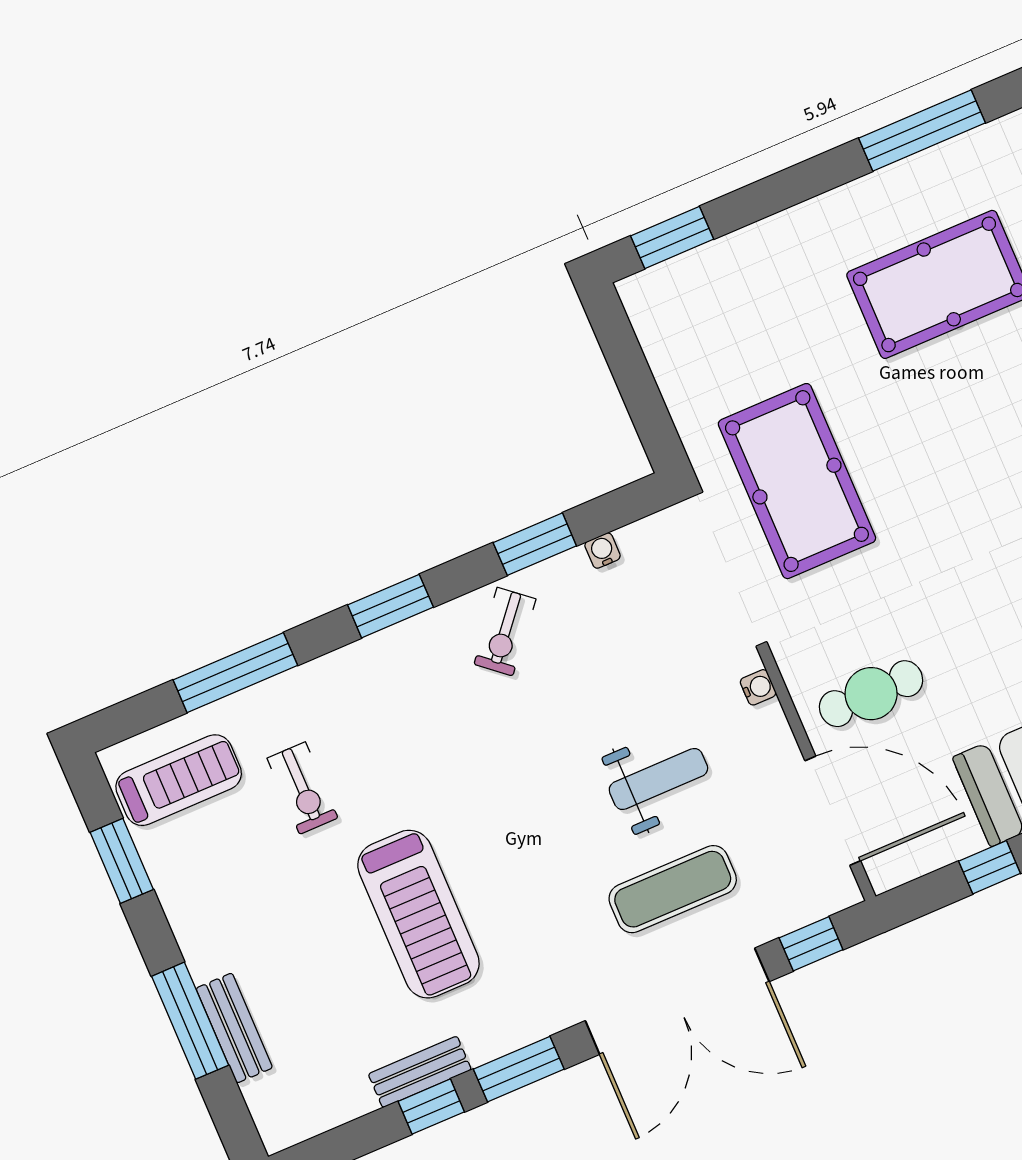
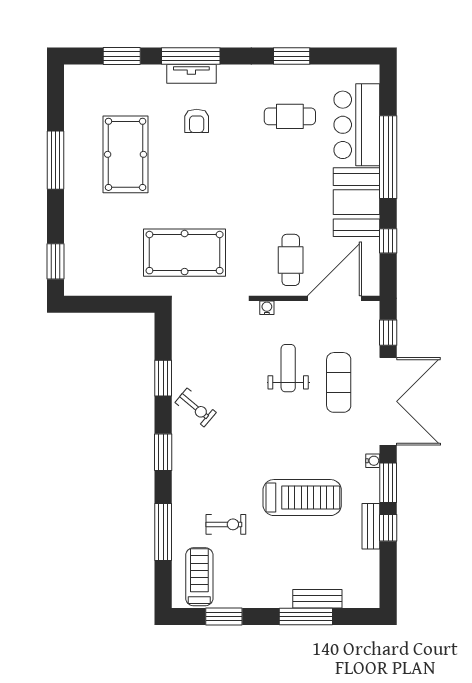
window: (922, 130) -> (56, 160), moved
water cooler: (603, 551) -> (373, 461), moved, turned 180

